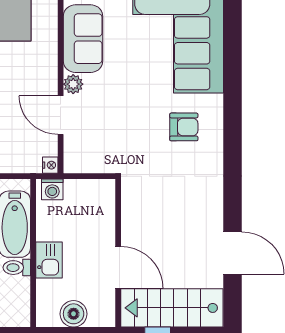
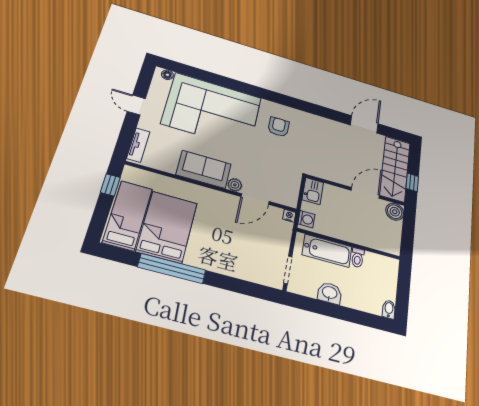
kitchen sink: (49, 260) -> (313, 191), moved, turned 90
boiler: (74, 314) -> (395, 212), moved

